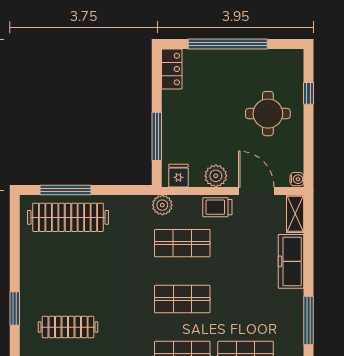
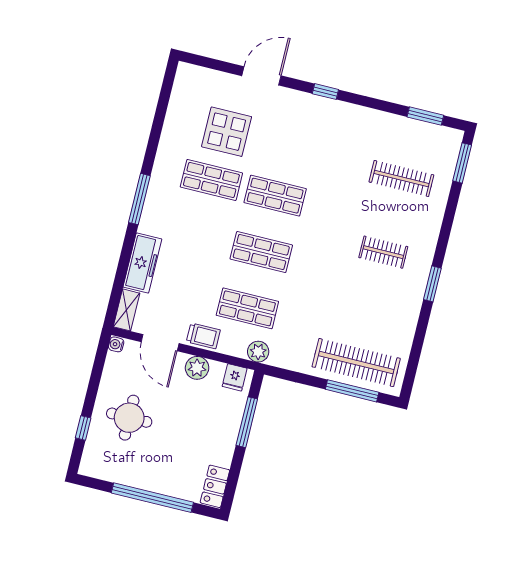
clothes rail: (68, 327) -> (383, 252), width x0.73

